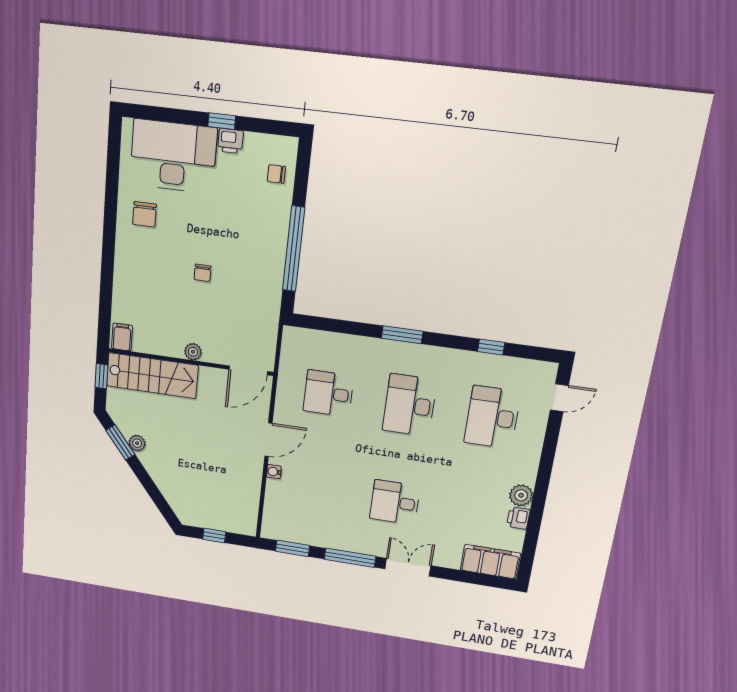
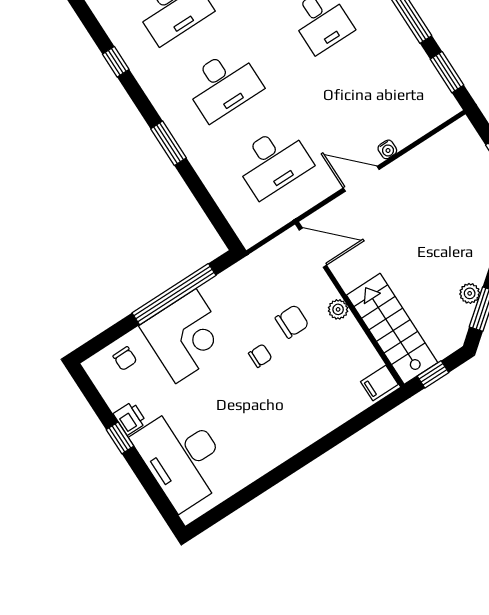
chair: (145, 214) -> (292, 321), moved
corner desk: (257, 232) -> (186, 336), added
desk: (328, 393) -> (273, 162), width x1.37

